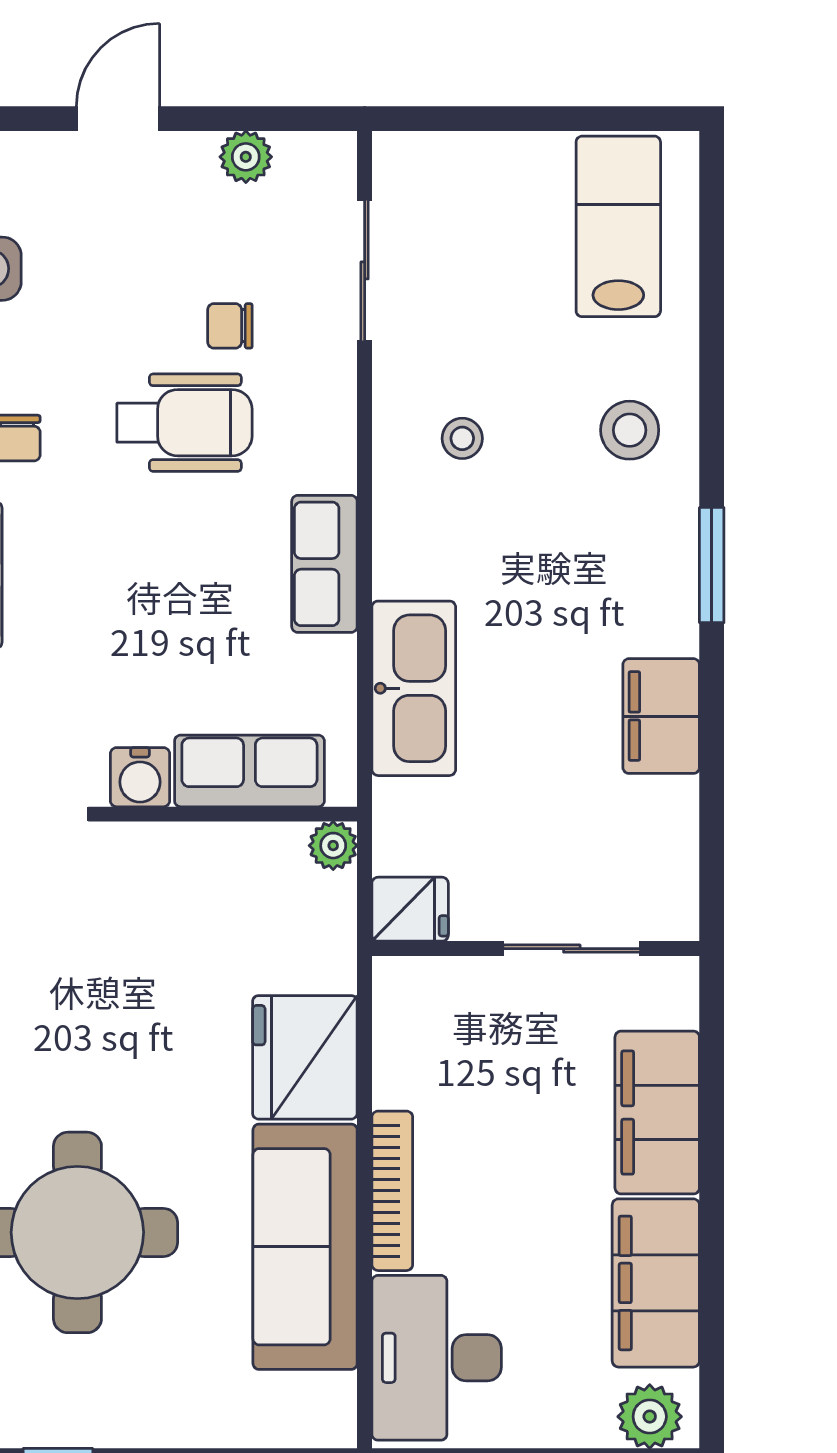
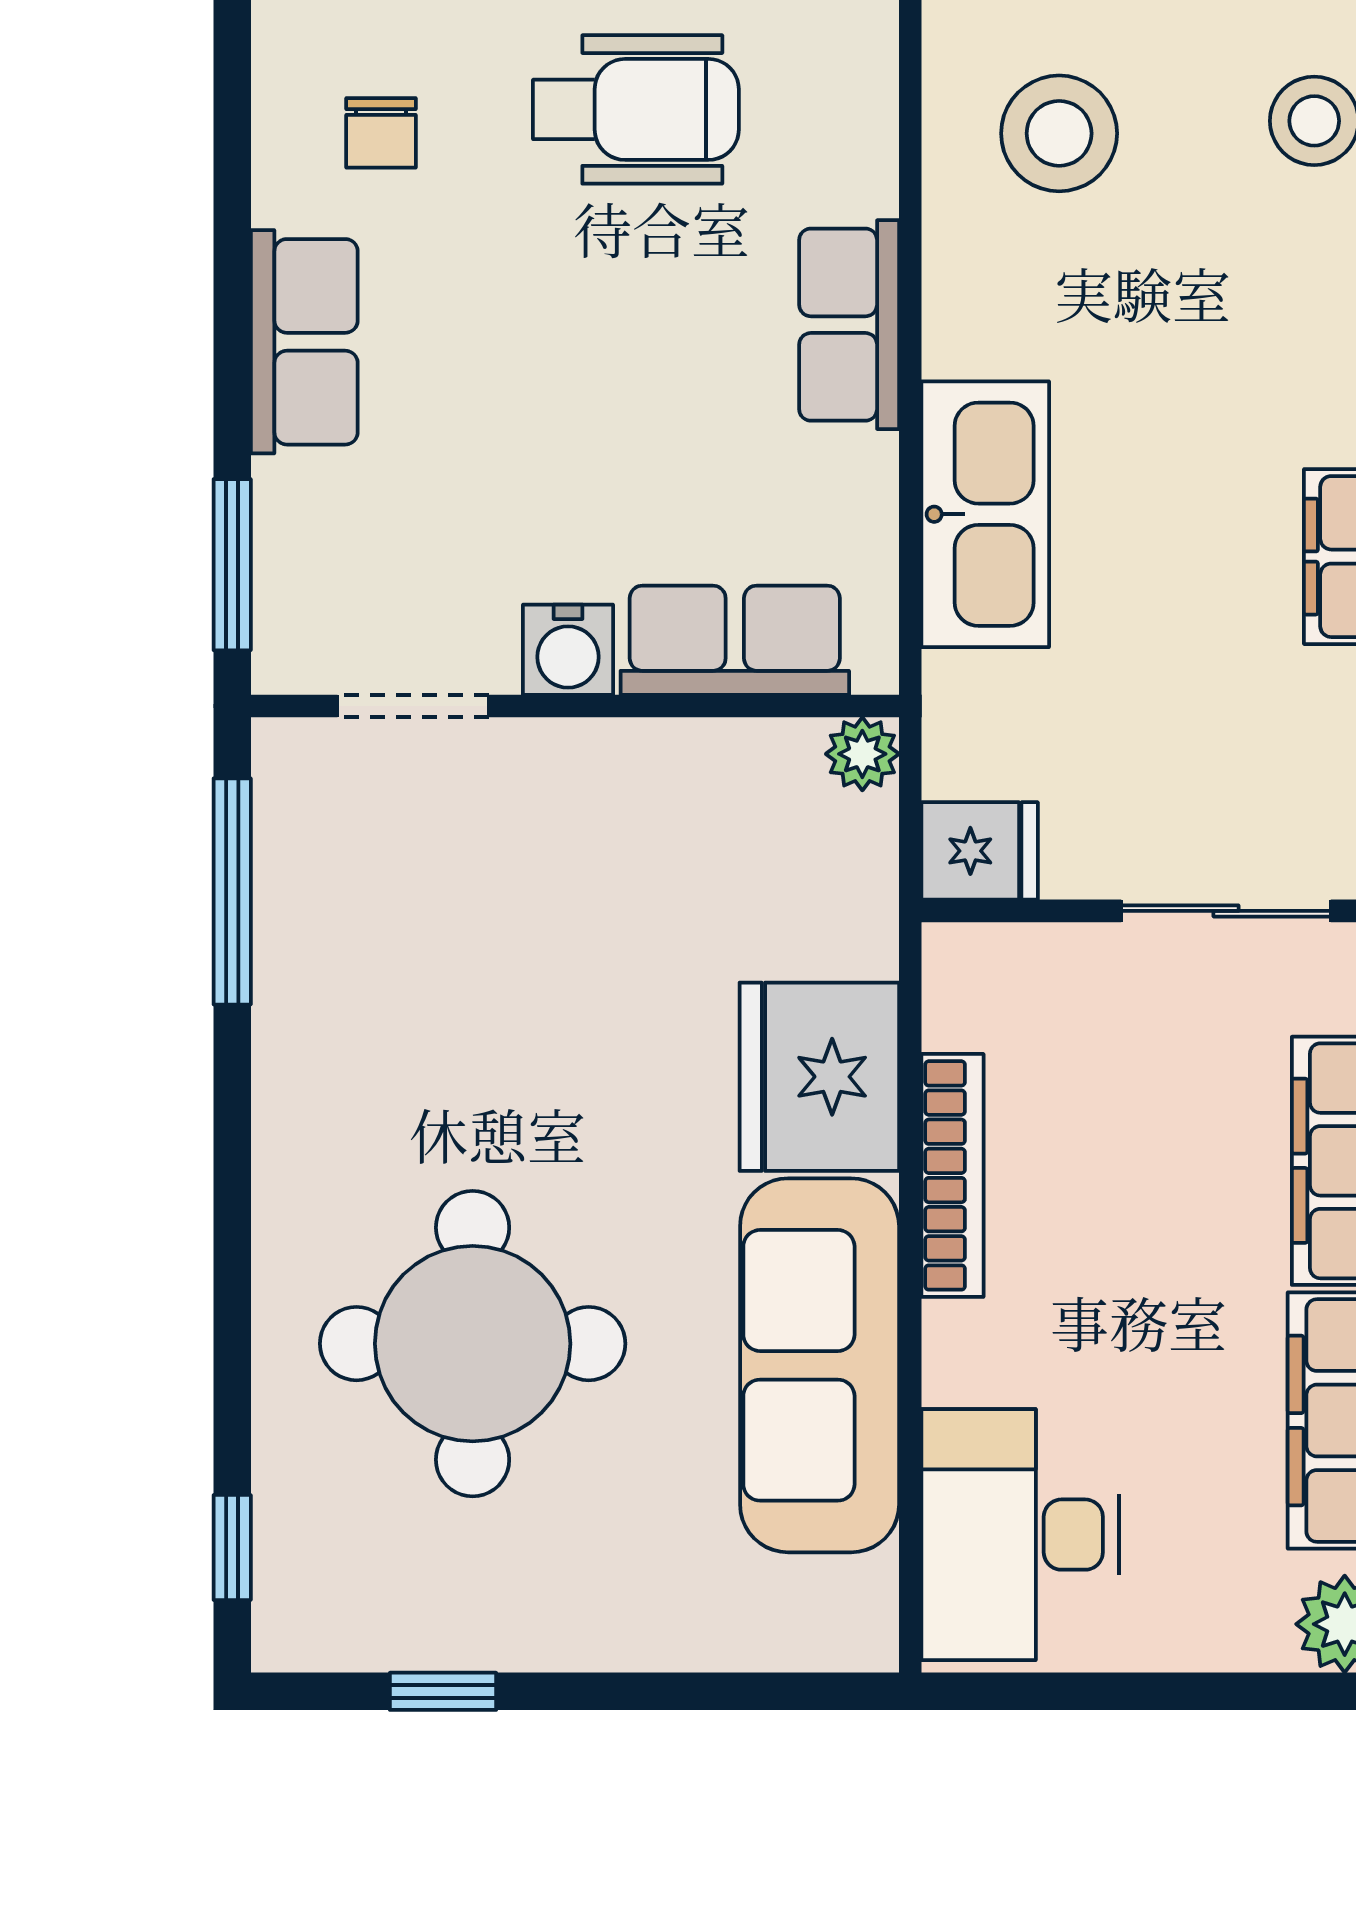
stool: (462, 438) -> (1059, 133), width x1.89, depth x1.89
bookcase: (392, 1191) -> (952, 1175), moved

